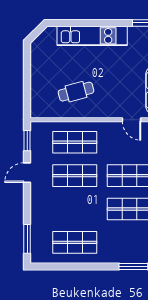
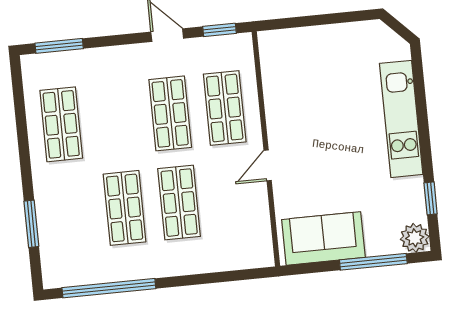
cafe table: (76, 92) -> (308, 102), removed
door: (132, 120) -> (268, 165), moved

